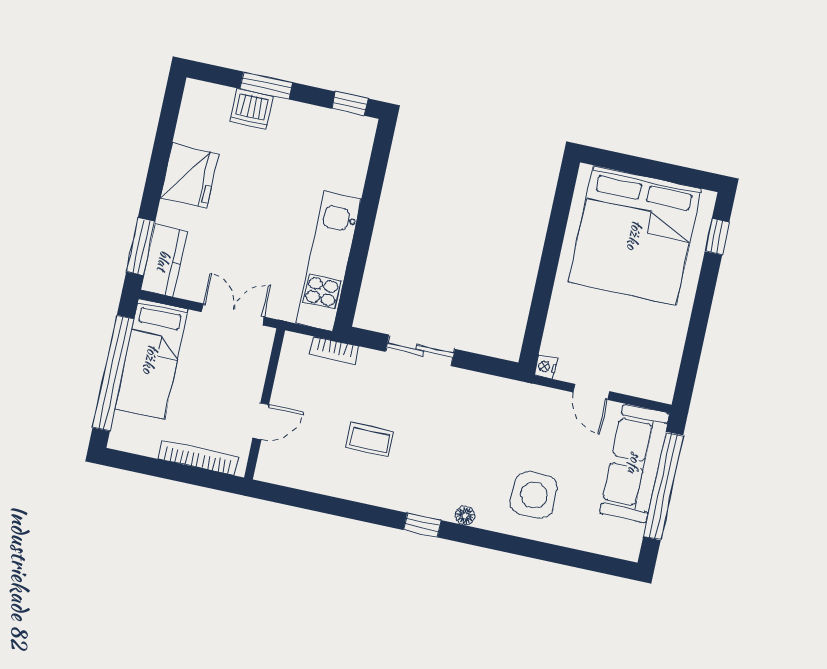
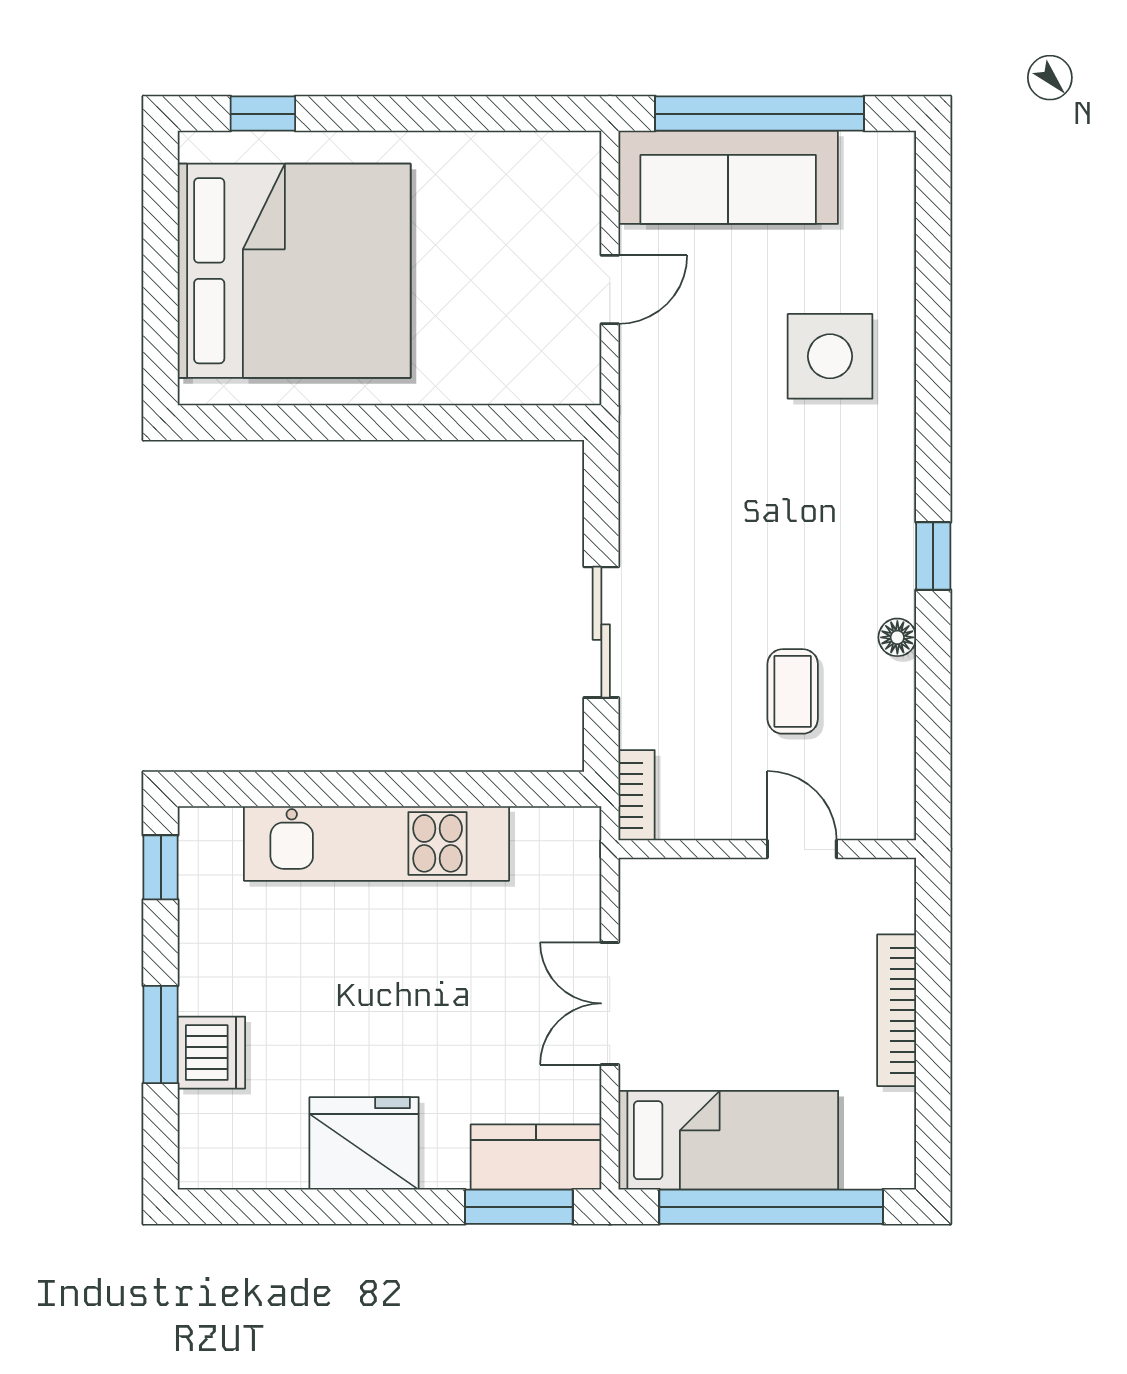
kitchen unit: (328, 261) -> (377, 843), moved
nightstand: (546, 367) -> (581, 386), removed
wall: (265, 404) -> (767, 849), moved
door: (261, 421) -> (802, 849), moved
floor lamp: (465, 516) -> (897, 637), moved

